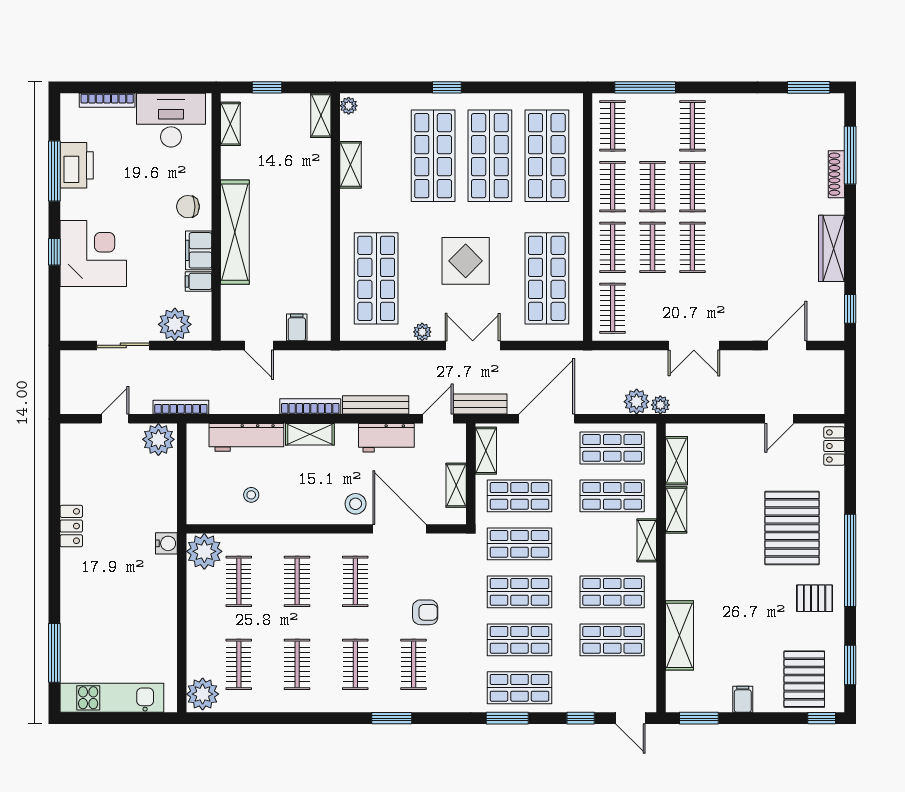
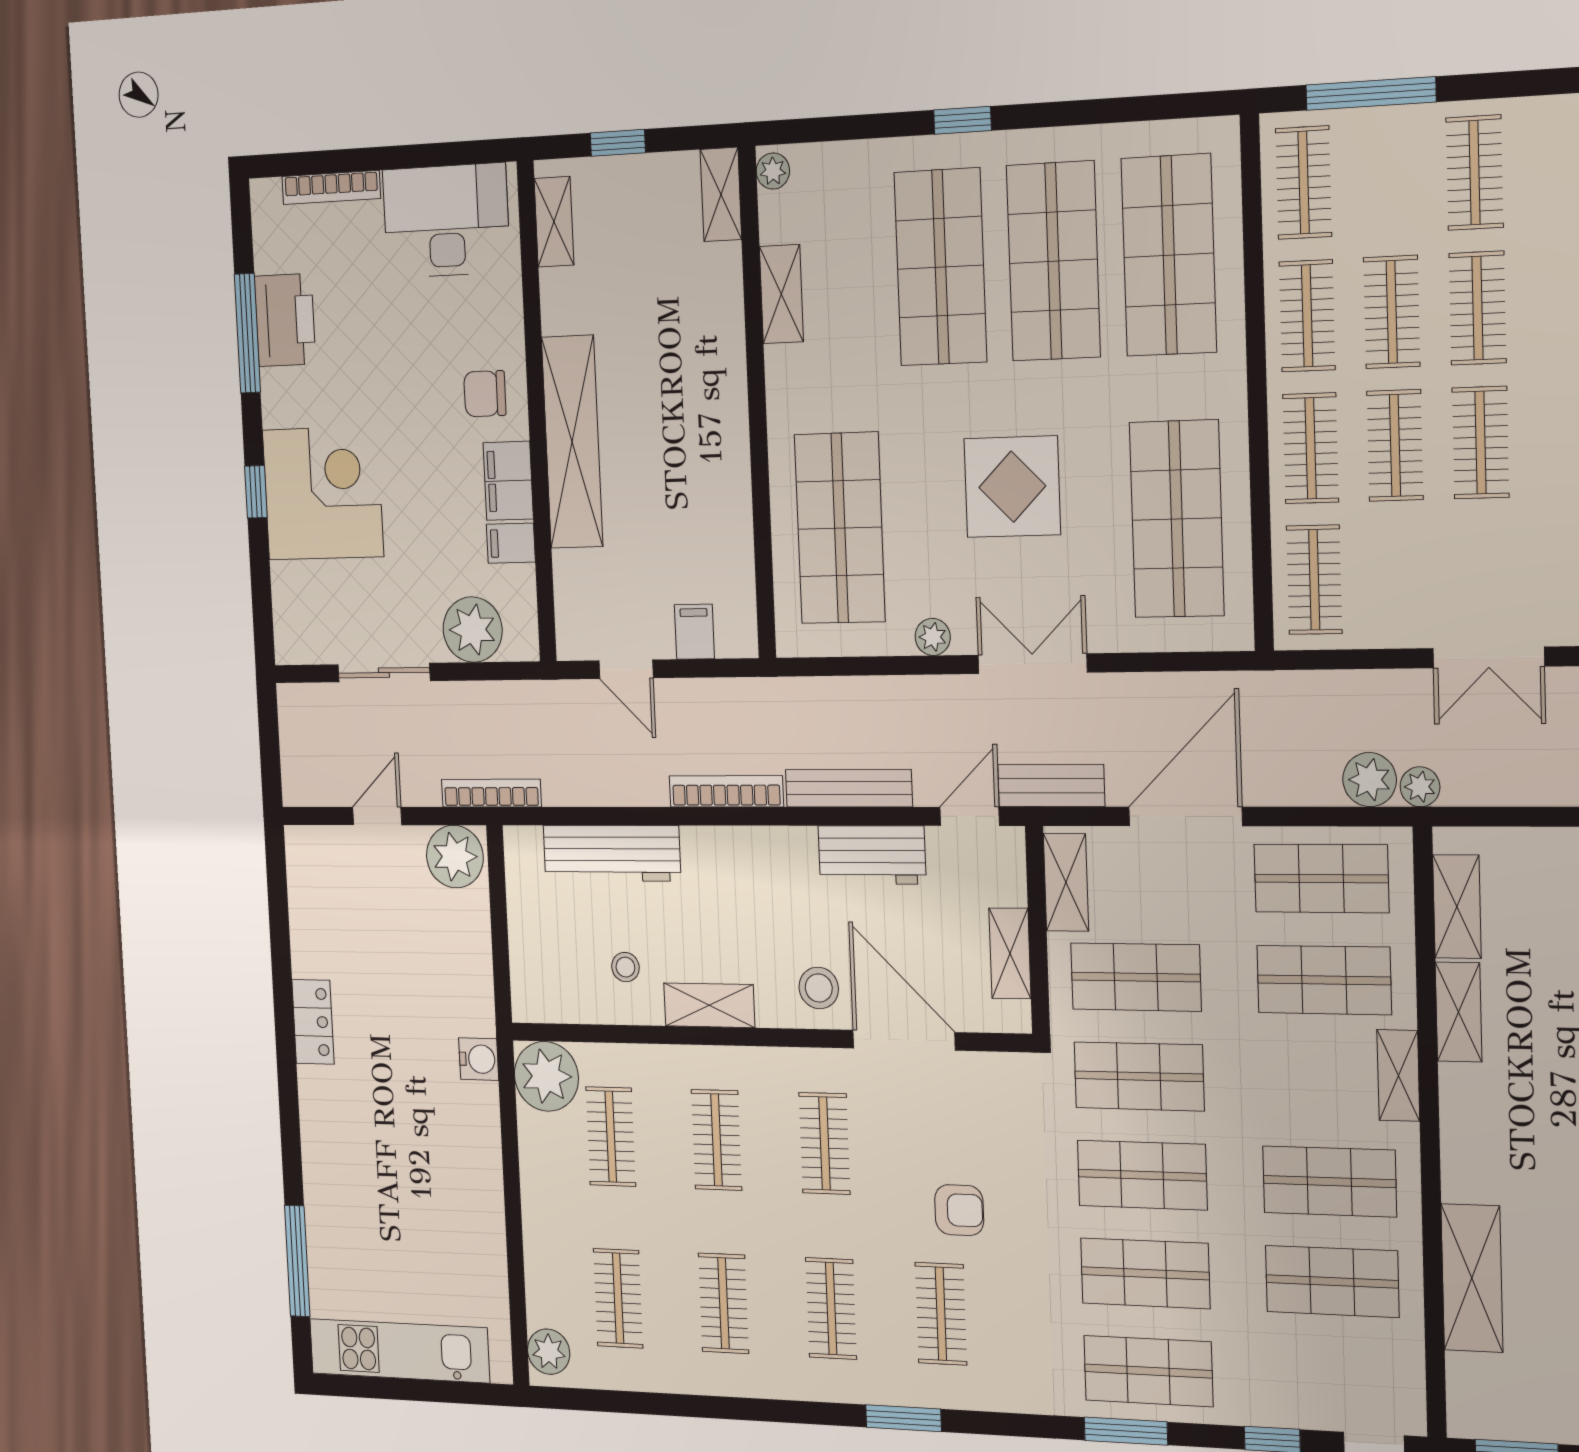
shelving: (310, 434) -> (709, 1005), moved
plant: (203, 694) -> (549, 1352), width x0.73, depth x0.73

